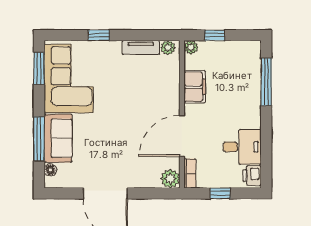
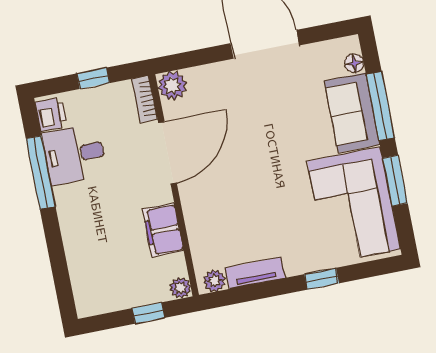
window: (39, 68) -> (395, 181), moved
window: (266, 82) -> (41, 173), moved

